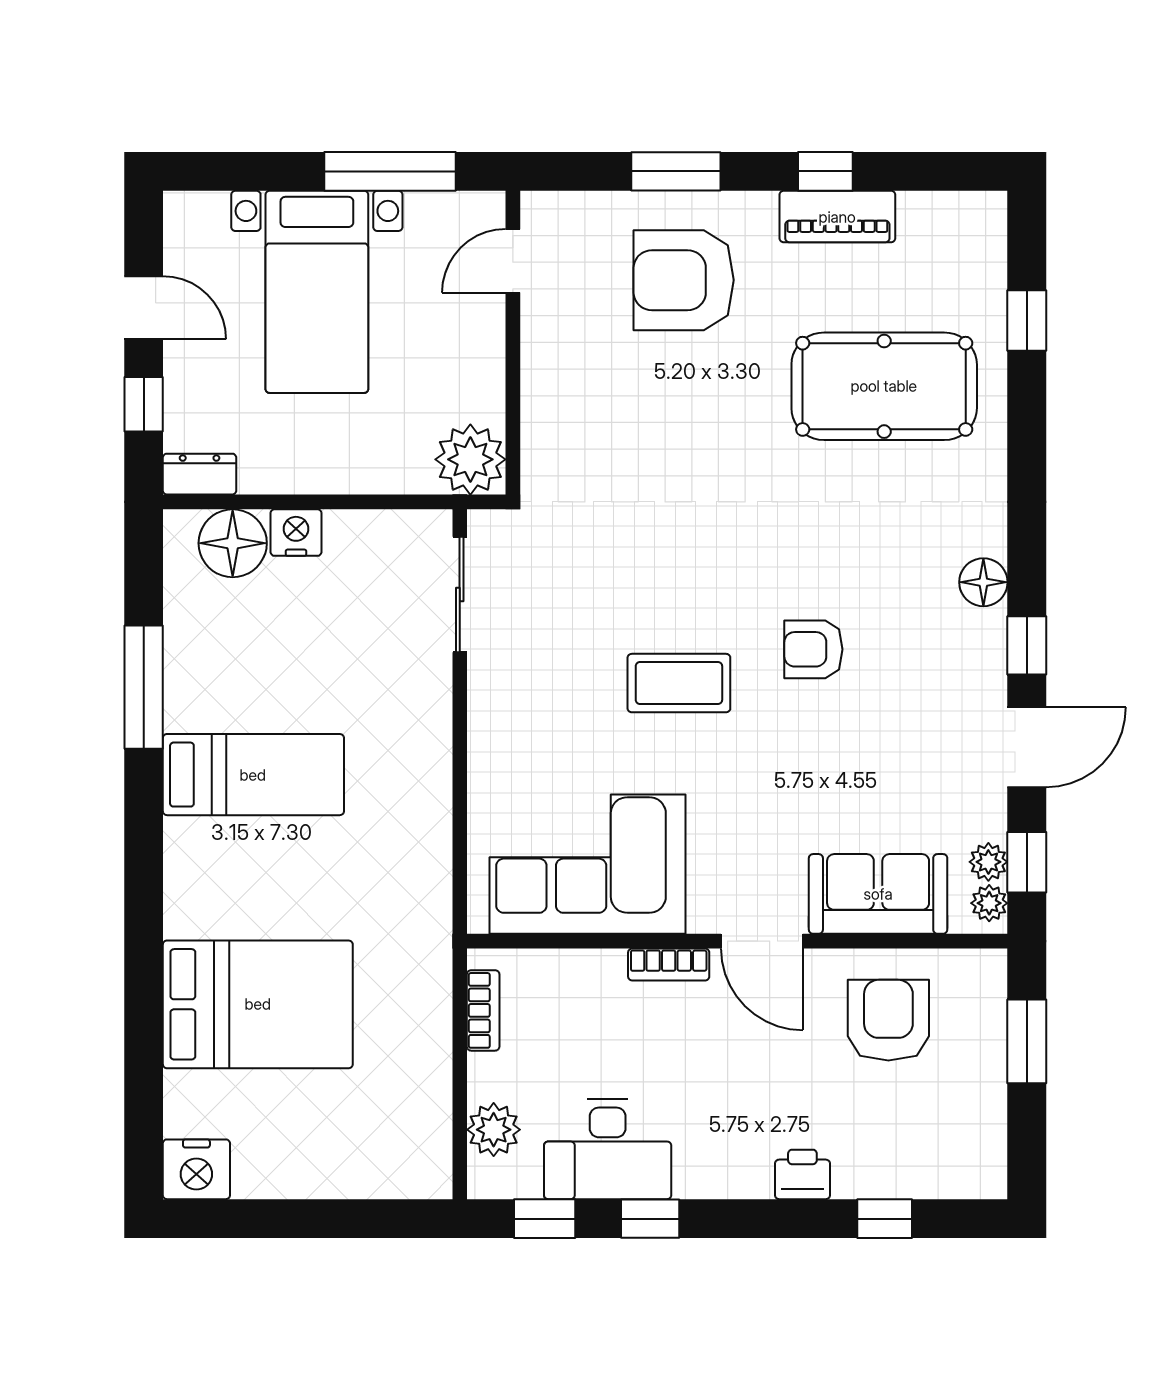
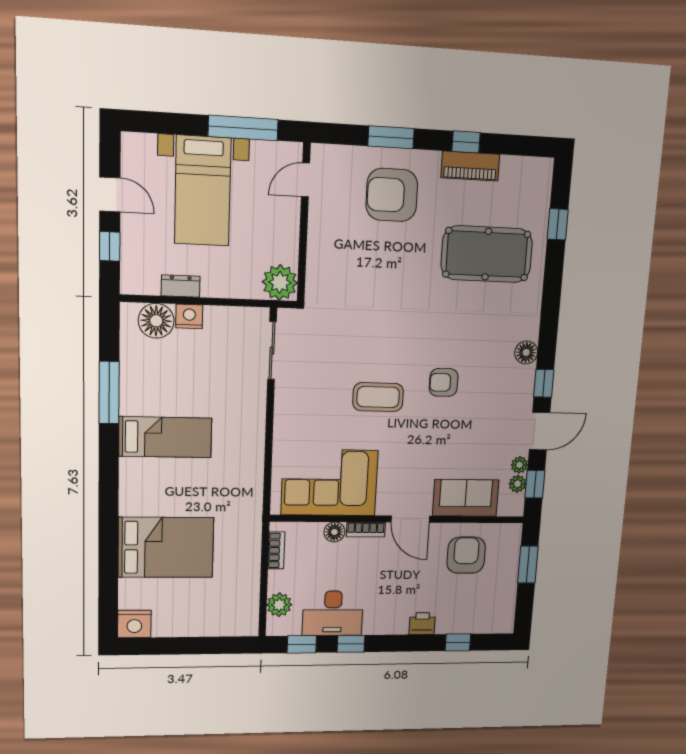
dresser: (200, 474) -> (181, 286), moved
plant: (989, 903) -> (519, 465), moved
floor lamp: (603, 970) -> (334, 532), added

